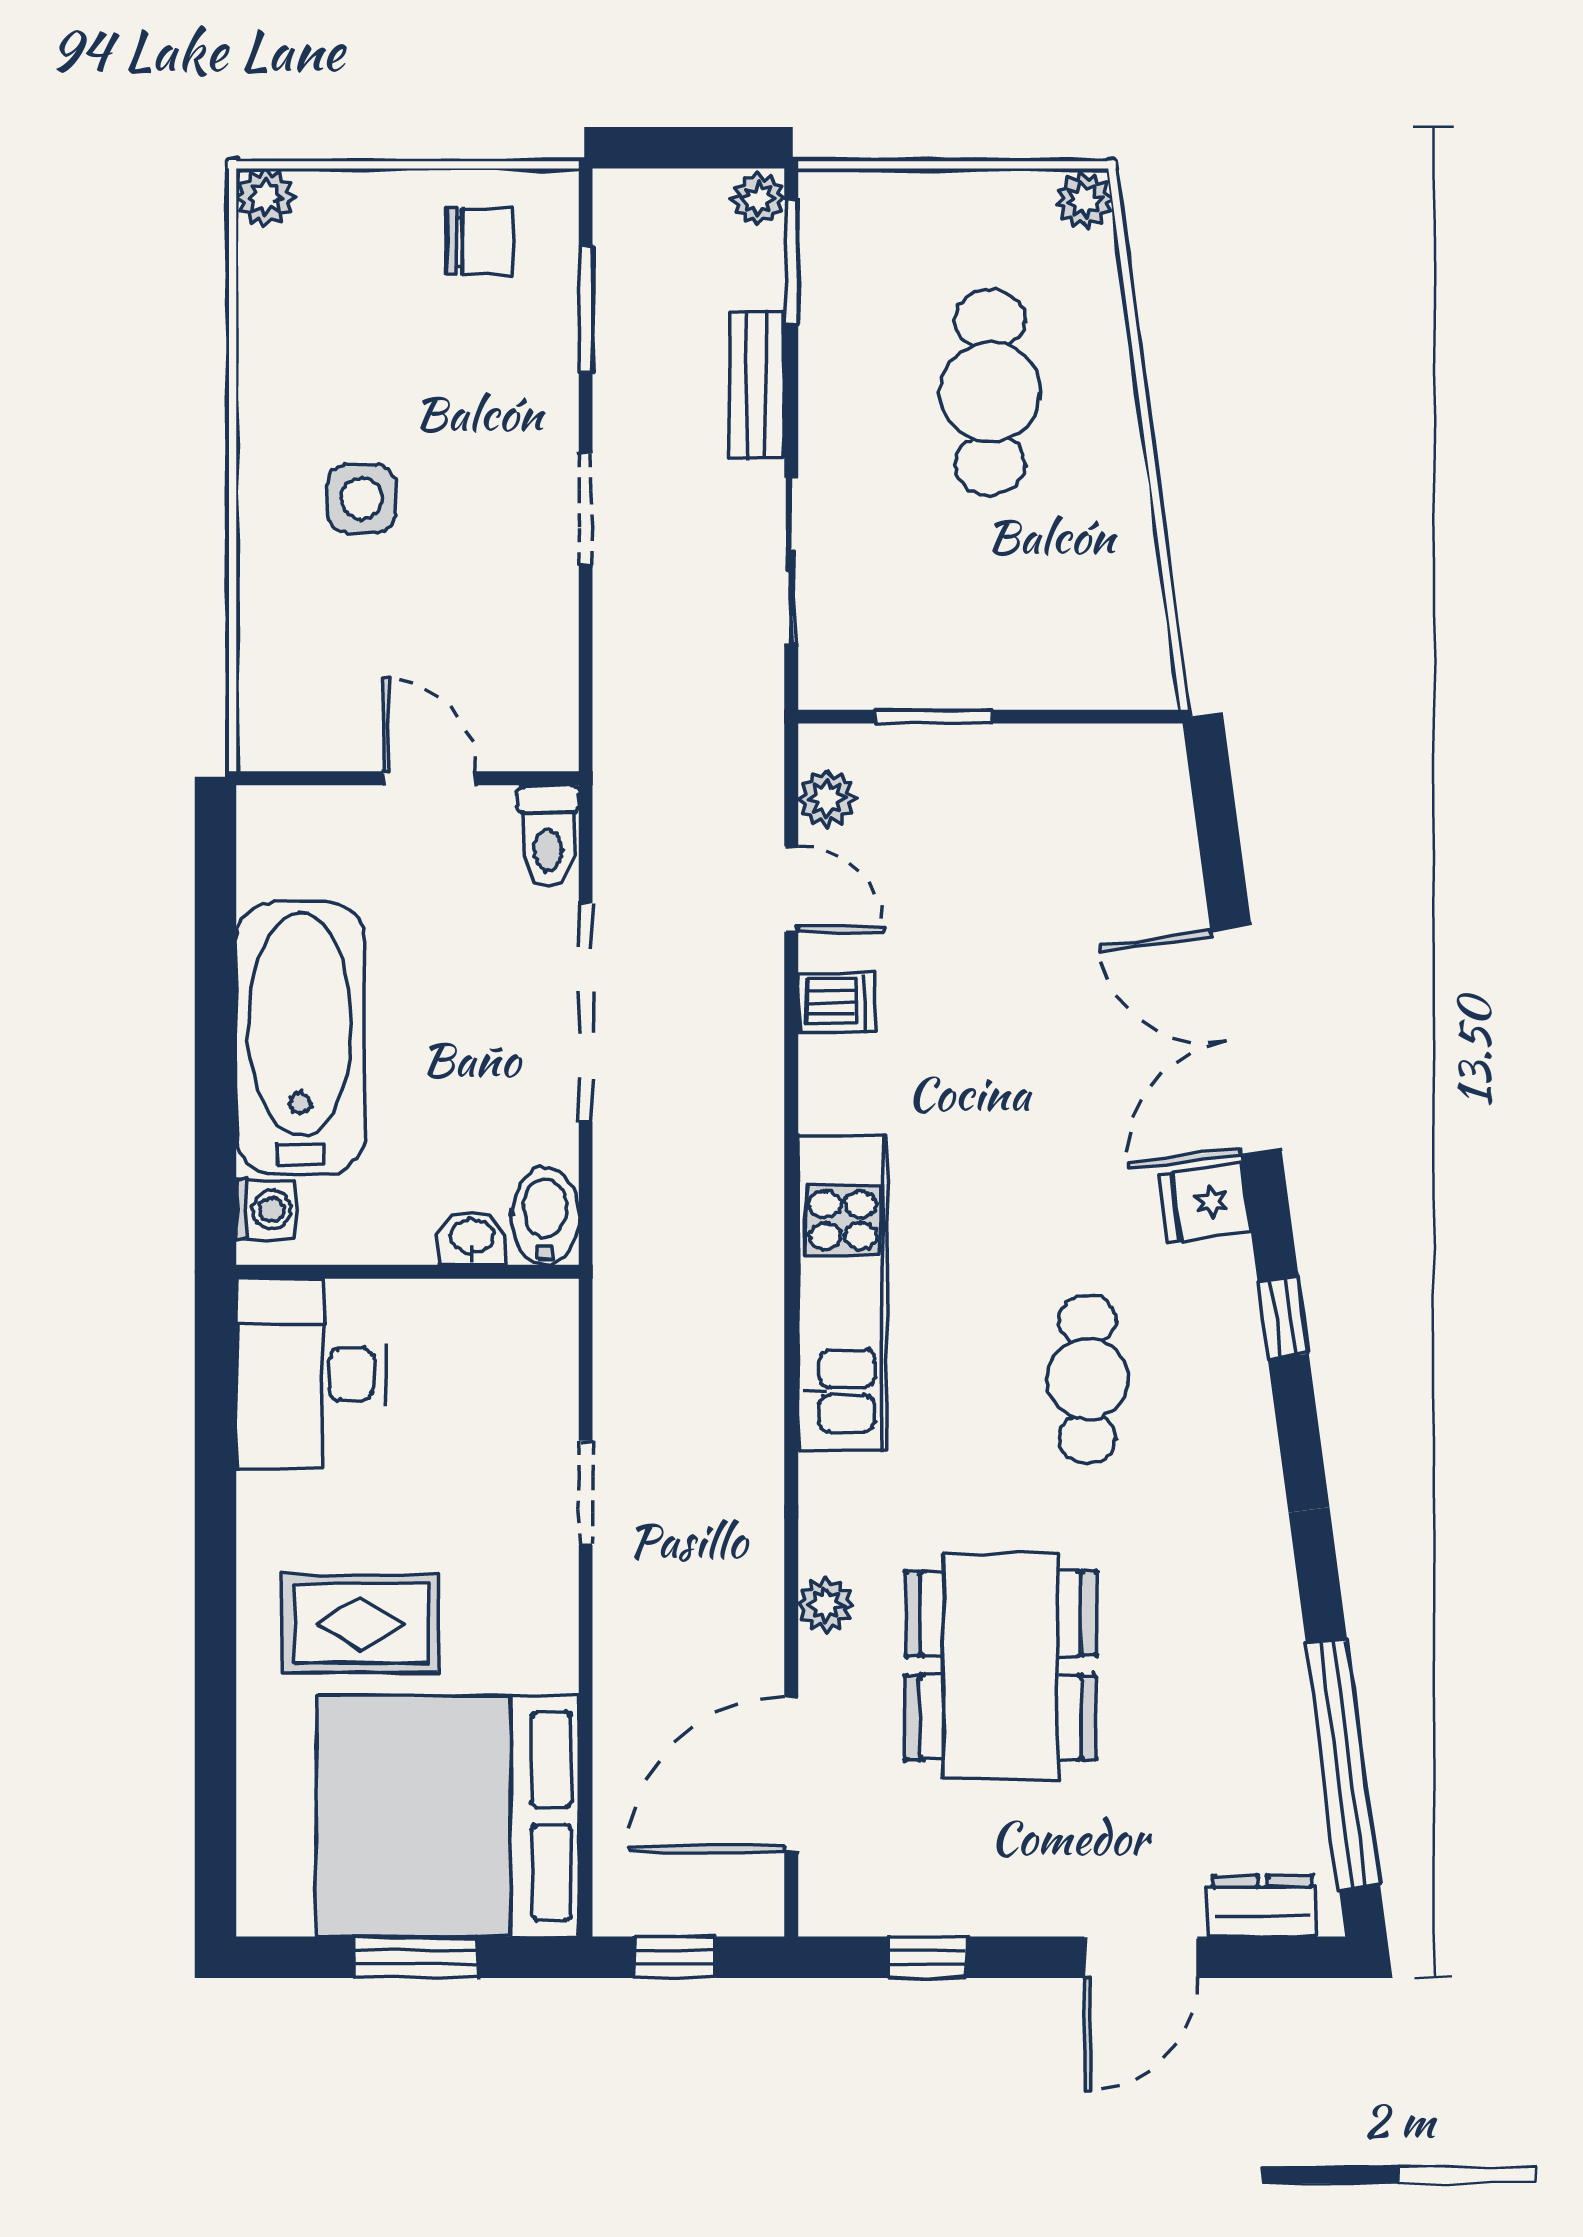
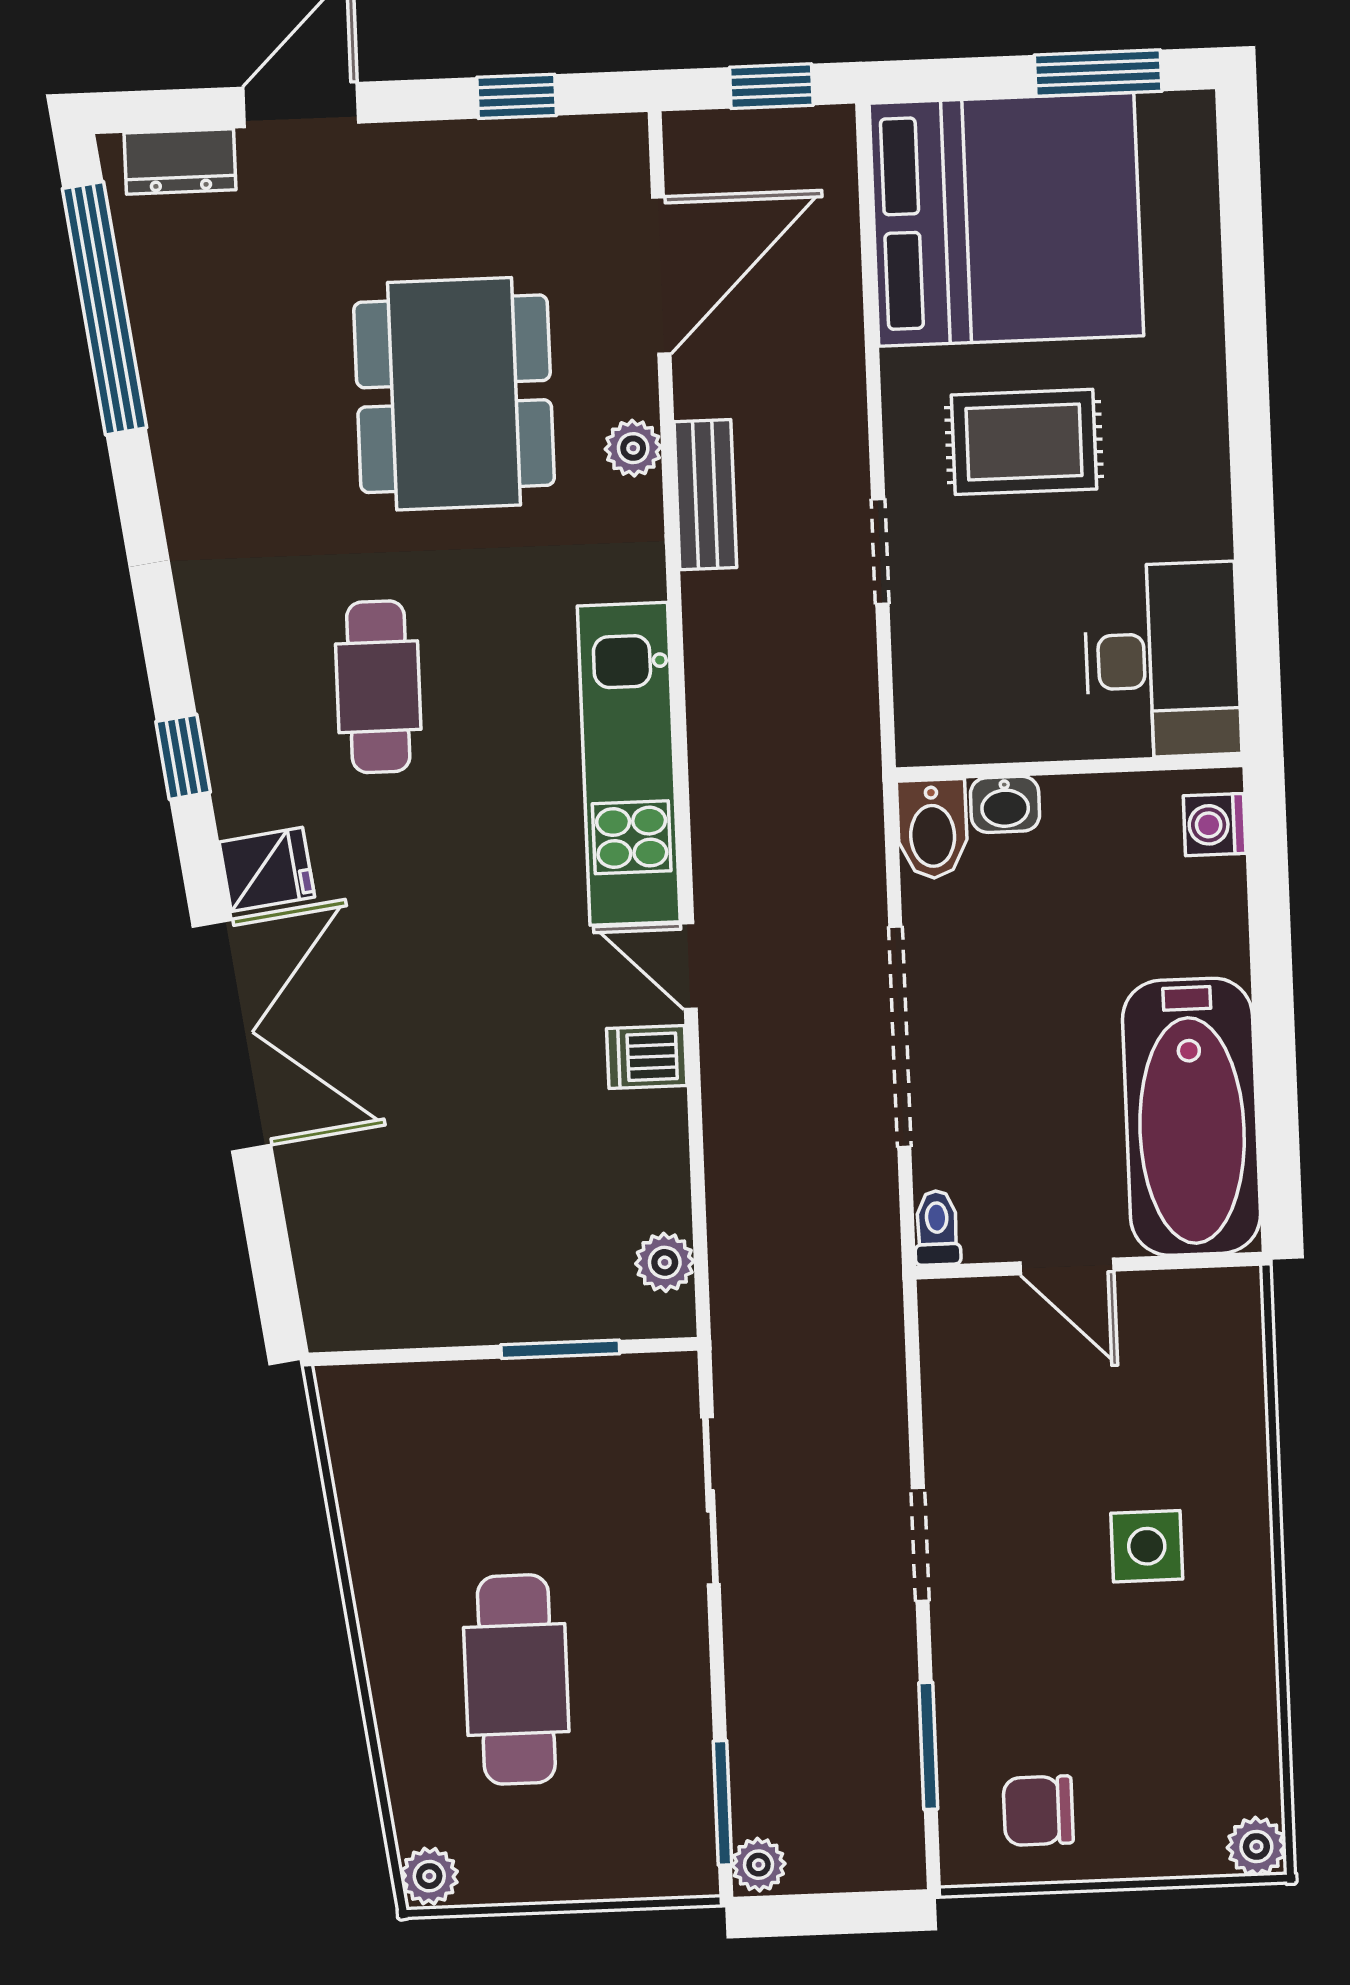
bench: (756, 385) -> (705, 495), moved
toilet: (548, 836) -> (937, 1228), width x0.73, depth x0.72
door: (791, 889) -> (689, 966), moved
bathtub: (300, 1038) -> (1192, 1117), moved
rug: (361, 1624) -> (1024, 442), moved
window: (416, 1957) -> (1098, 73), moved

